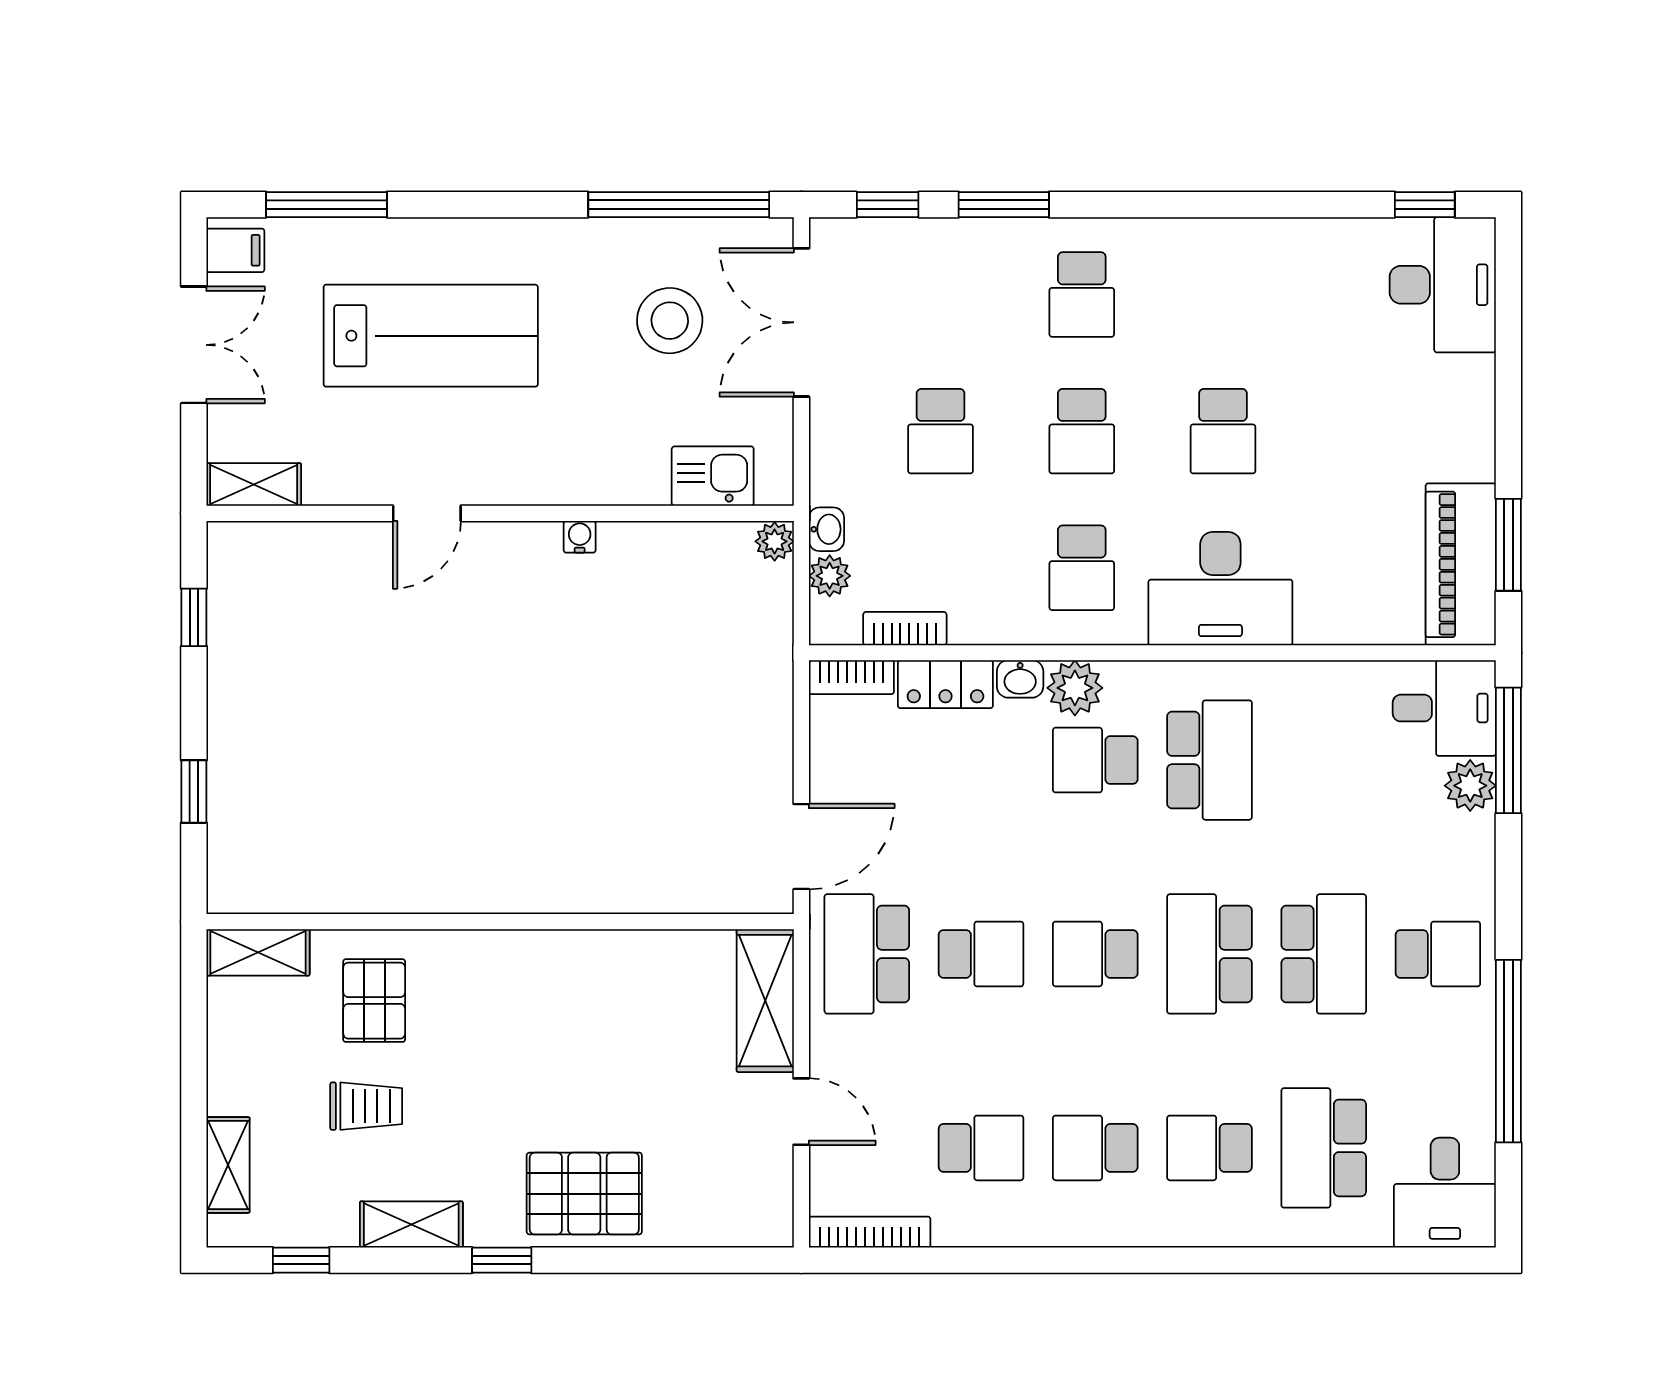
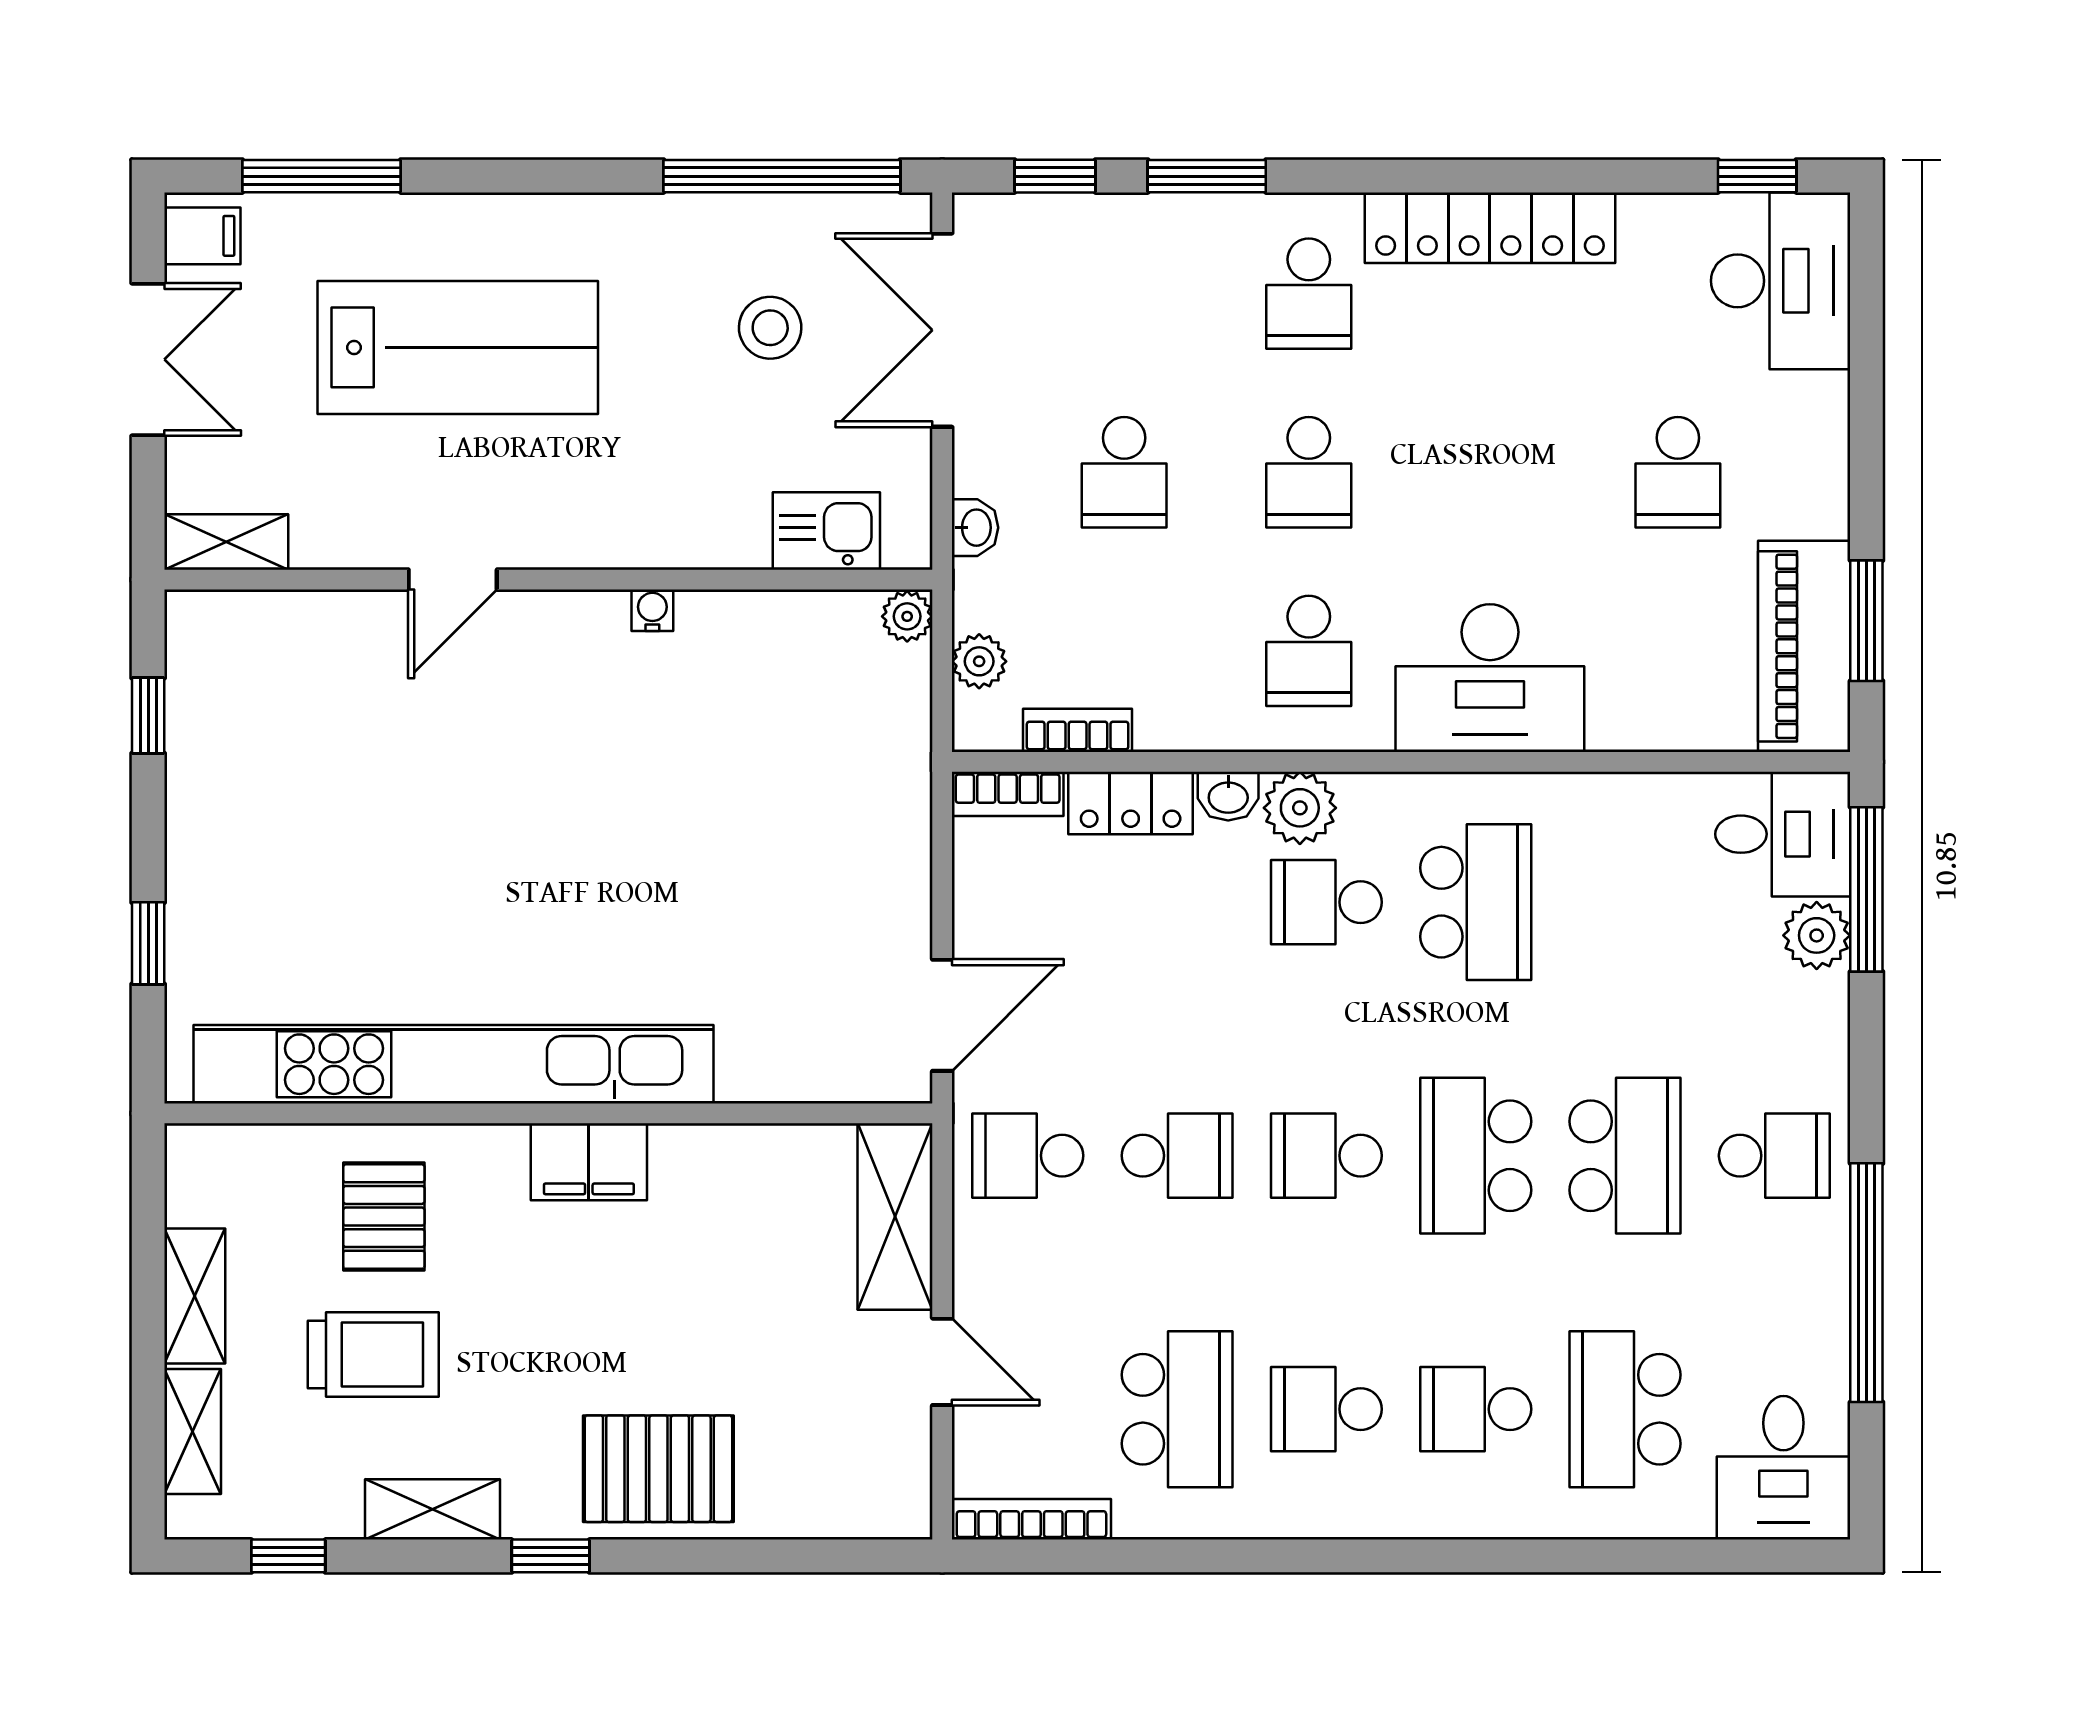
locker: (1220, 244) -> (1490, 228), added
stool: (670, 321) -> (770, 328), width x0.73, depth x0.73
school desk: (1223, 431) -> (1678, 472), moved
washbasin: (826, 529) -> (975, 528), moved
kitchen unit: (427, 884) -> (454, 1064), added
shelving: (258, 952) -> (195, 1296), moved, turned 90
school desk: (867, 954) -> (1028, 1156), width x0.54
filing cabinet: (531, 959) -> (589, 1162), added
trolley: (366, 1106) -> (373, 1354), width x1.36, depth x1.39
school desk: (981, 1148) -> (1177, 1409), width x1.85

